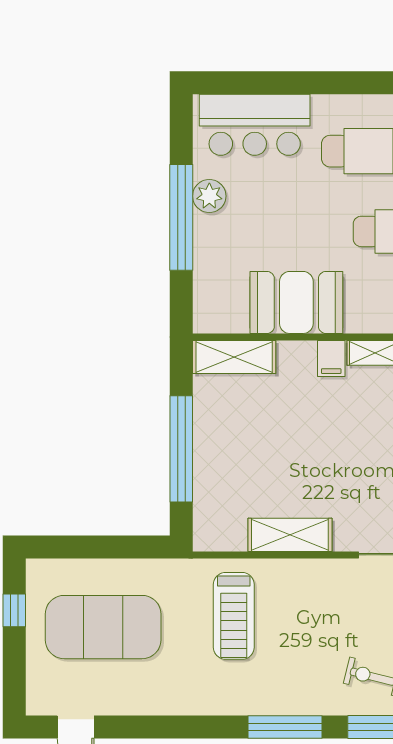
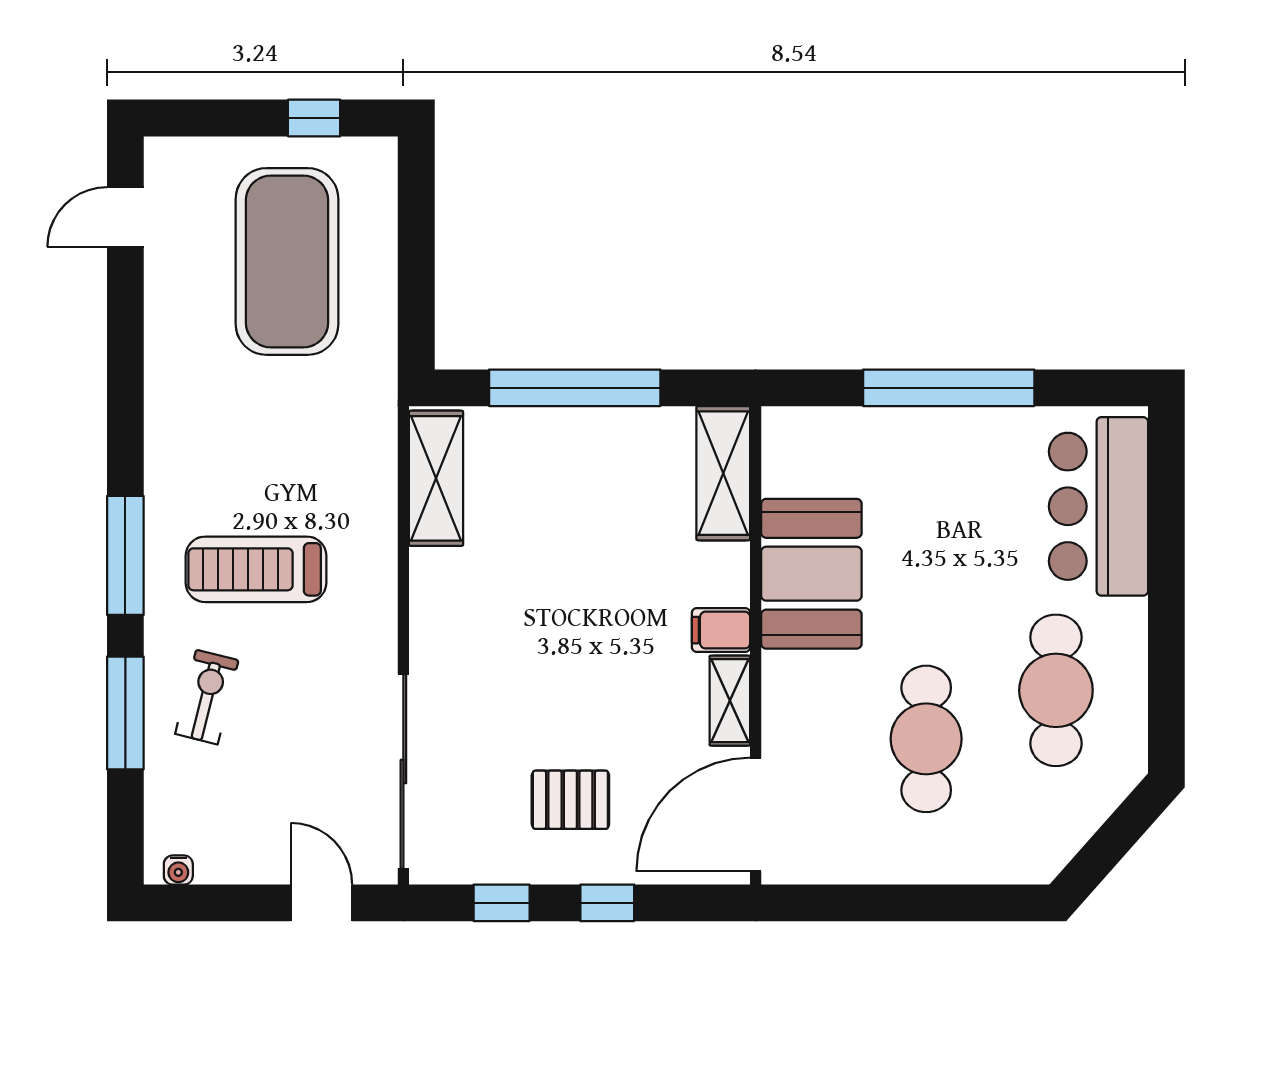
plant: (209, 196) -> (983, 433), removed
shelving: (290, 535) -> (436, 478), moved
treadmill: (234, 616) -> (256, 569), moved

